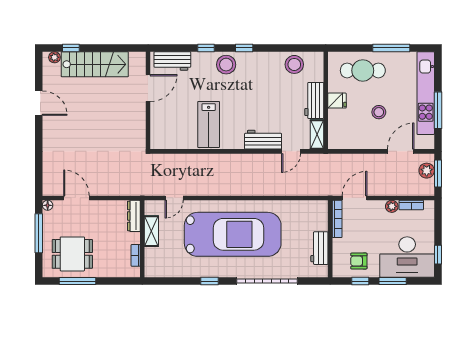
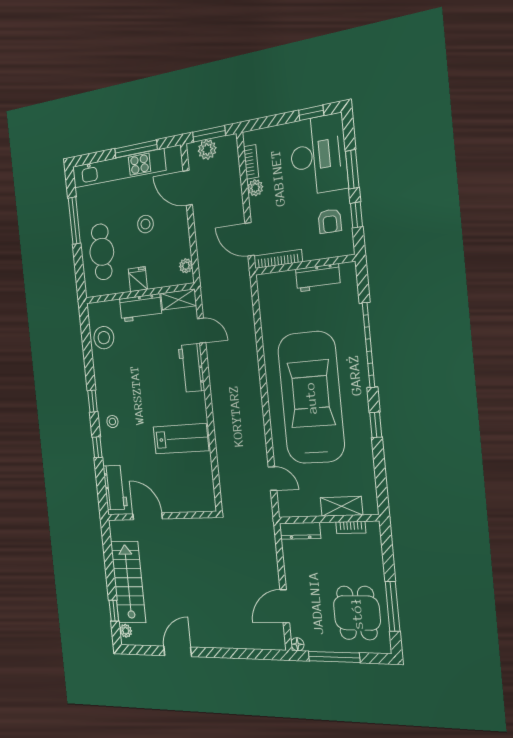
stool: (226, 65) -> (112, 422), width x0.53, depth x0.53
plant: (342, 143) -> (186, 266), added
shelving: (151, 231) -> (341, 506), moved

